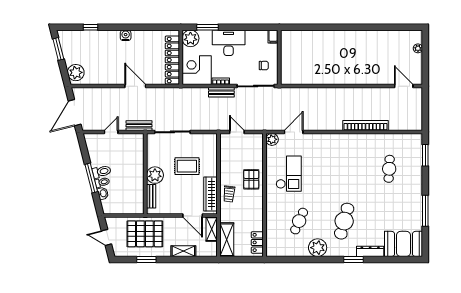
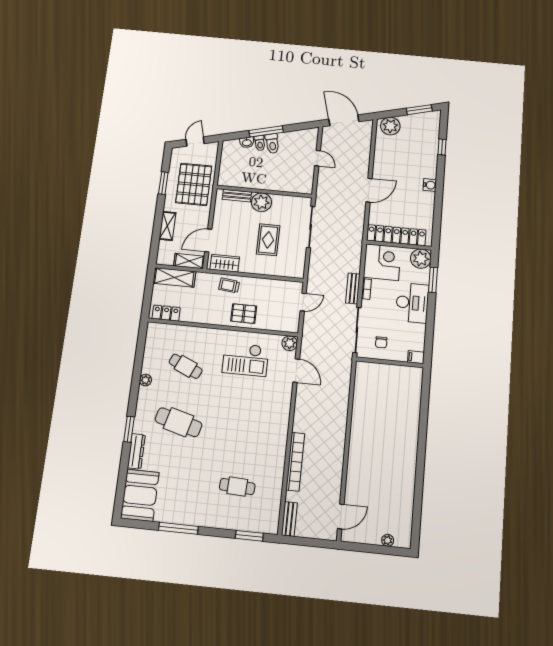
bench: (139, 126) -> (289, 519), moved
wardrobe: (211, 194) -> (225, 263), width x0.67
plant: (318, 248) -> (145, 380), width x0.53, depth x0.53

